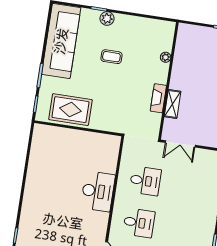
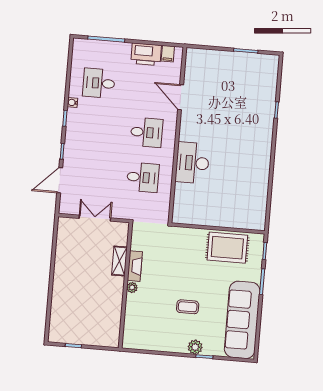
plant: (166, 57) -> (132, 287), moved
double door: (180, 144) -> (95, 218), moved
desk: (145, 181) -> (143, 177), turned 180
desk: (139, 223) -> (147, 132), turned 180

